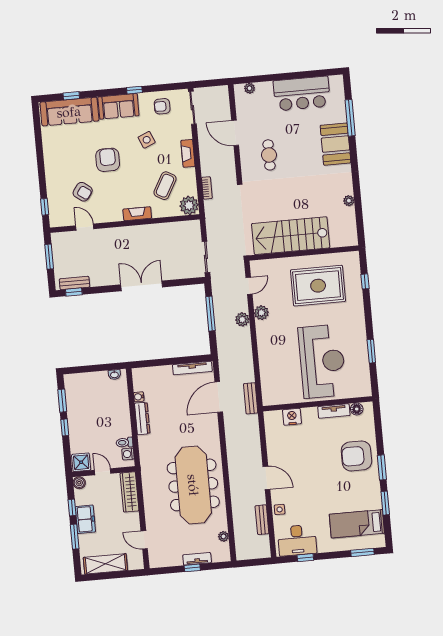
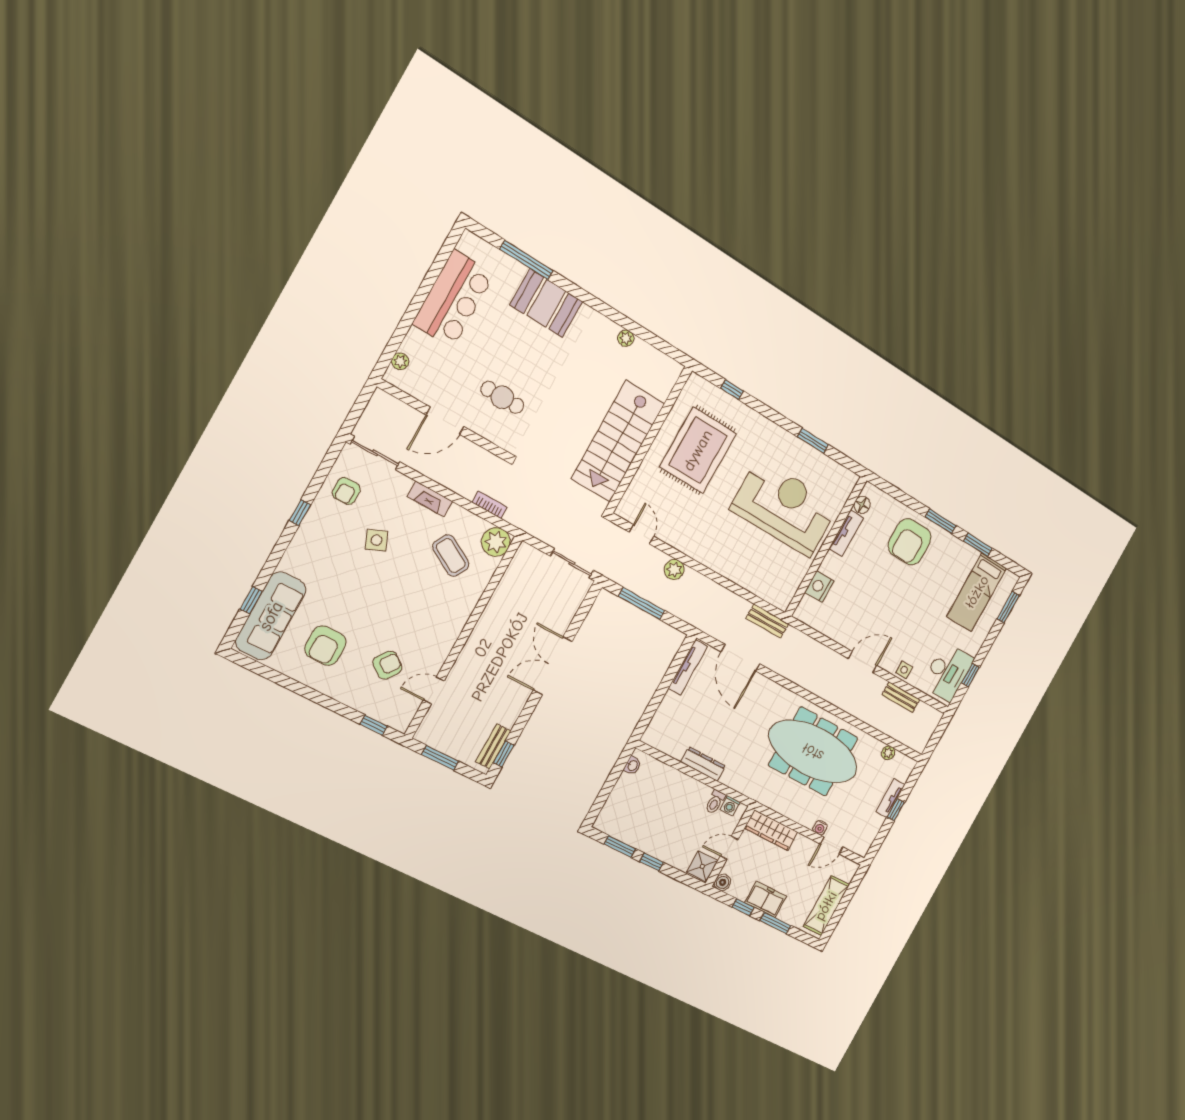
sofa: (118, 106) -> (307, 548), removed
armchair: (108, 160) -> (325, 646), moved, turned -90
fireplace: (137, 214) -> (462, 614), removed
plant: (261, 313) -> (682, 541), removed
water cooler: (139, 397) -> (820, 828), moved

